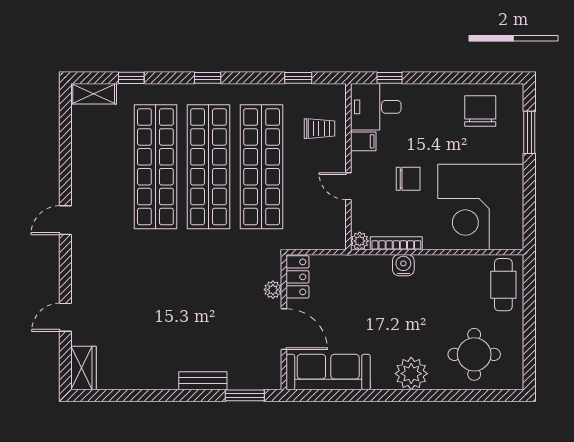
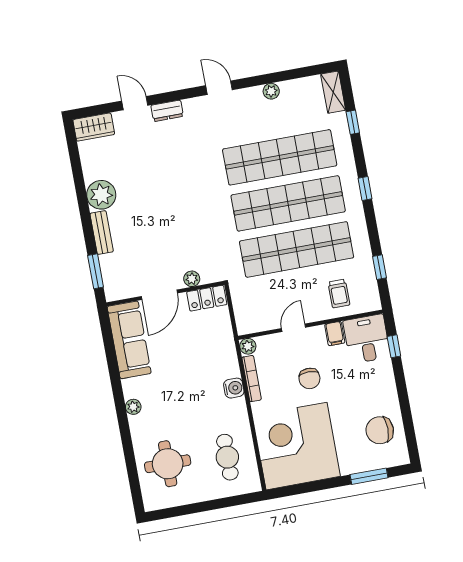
chair: (480, 111) -> (380, 430), turned 180
plant: (80, 163) -> (271, 91), added
dresser: (80, 283) -> (167, 111), added
cafe table: (503, 285) -> (227, 457), moved, turned 90
plant: (161, 373) -> (101, 195), added
plant: (411, 374) -> (133, 407), width x0.53, depth x0.53

